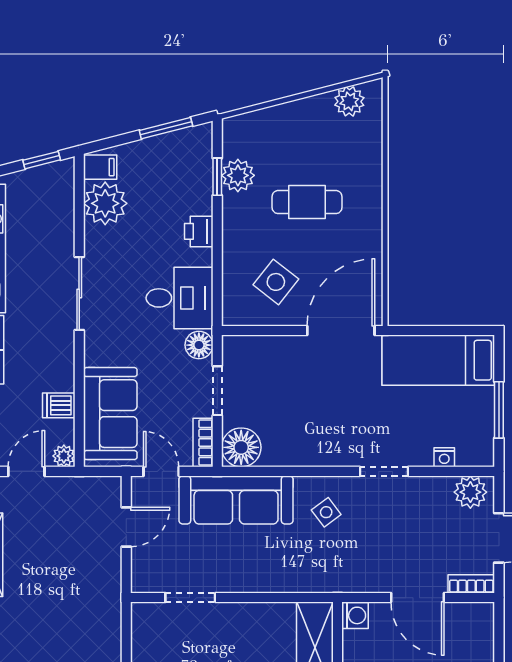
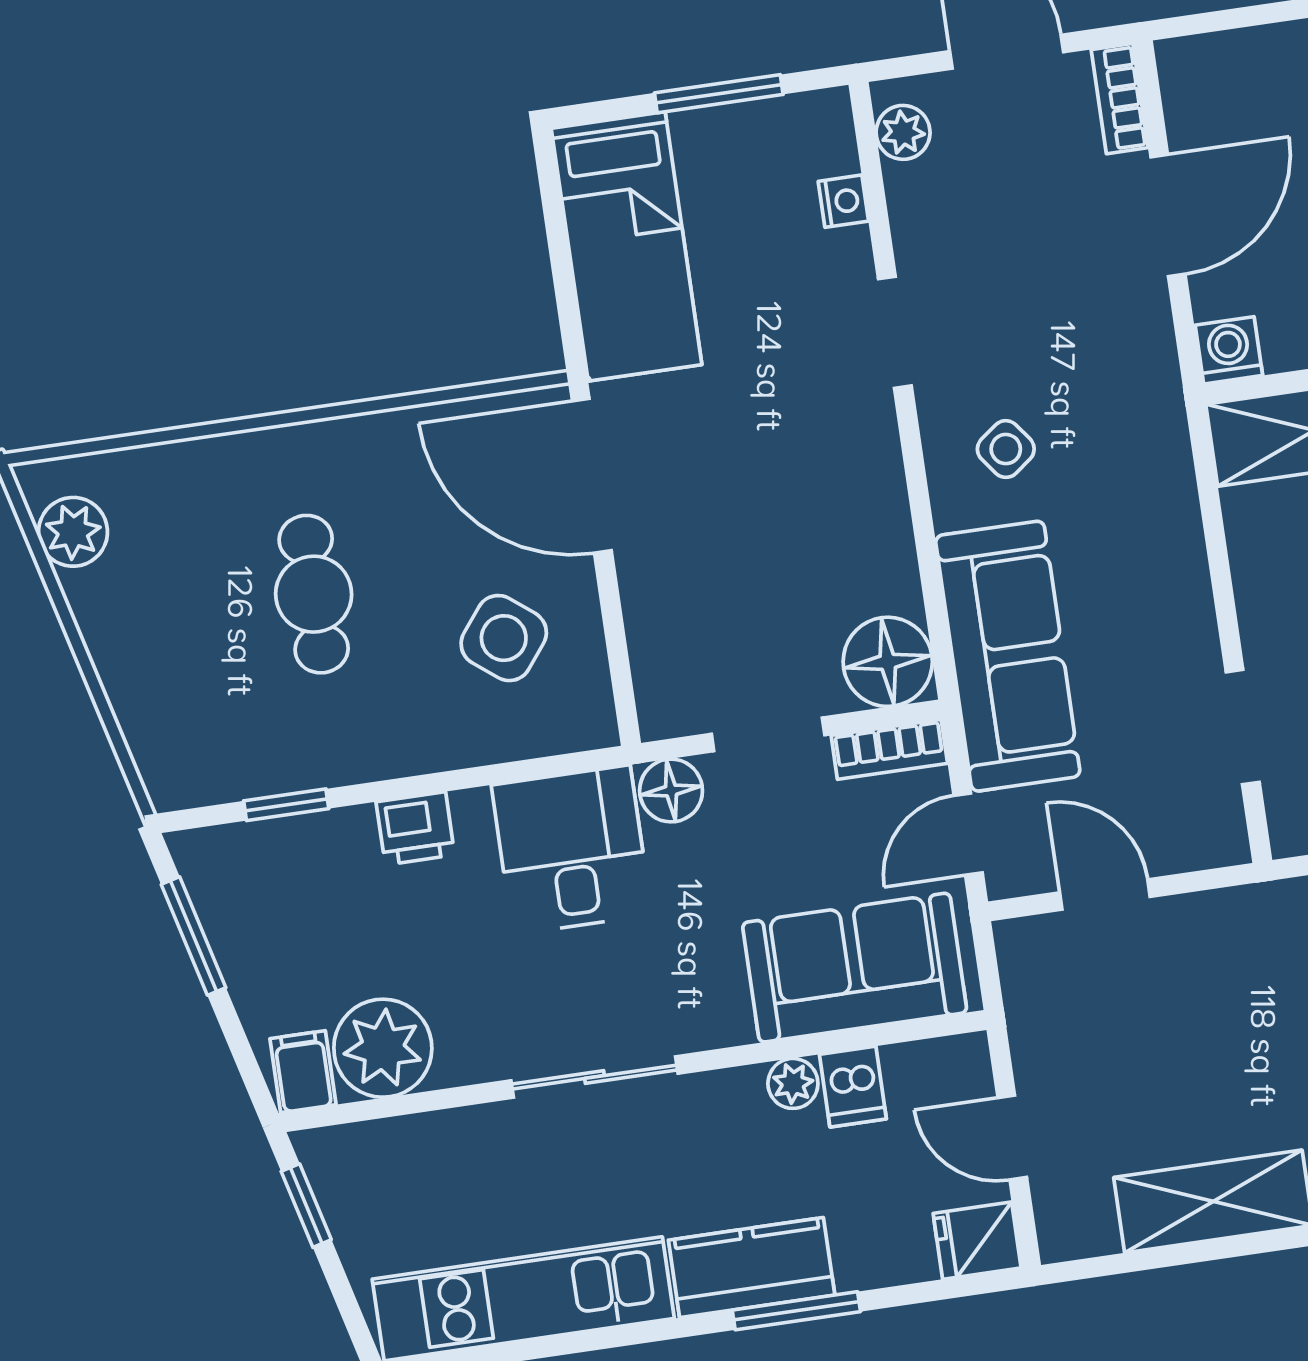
plant: (238, 175) -> (276, 758), removed
plant: (64, 456) -> (793, 1083), moved
plant: (470, 492) -> (903, 132), width x0.73, depth x0.73

